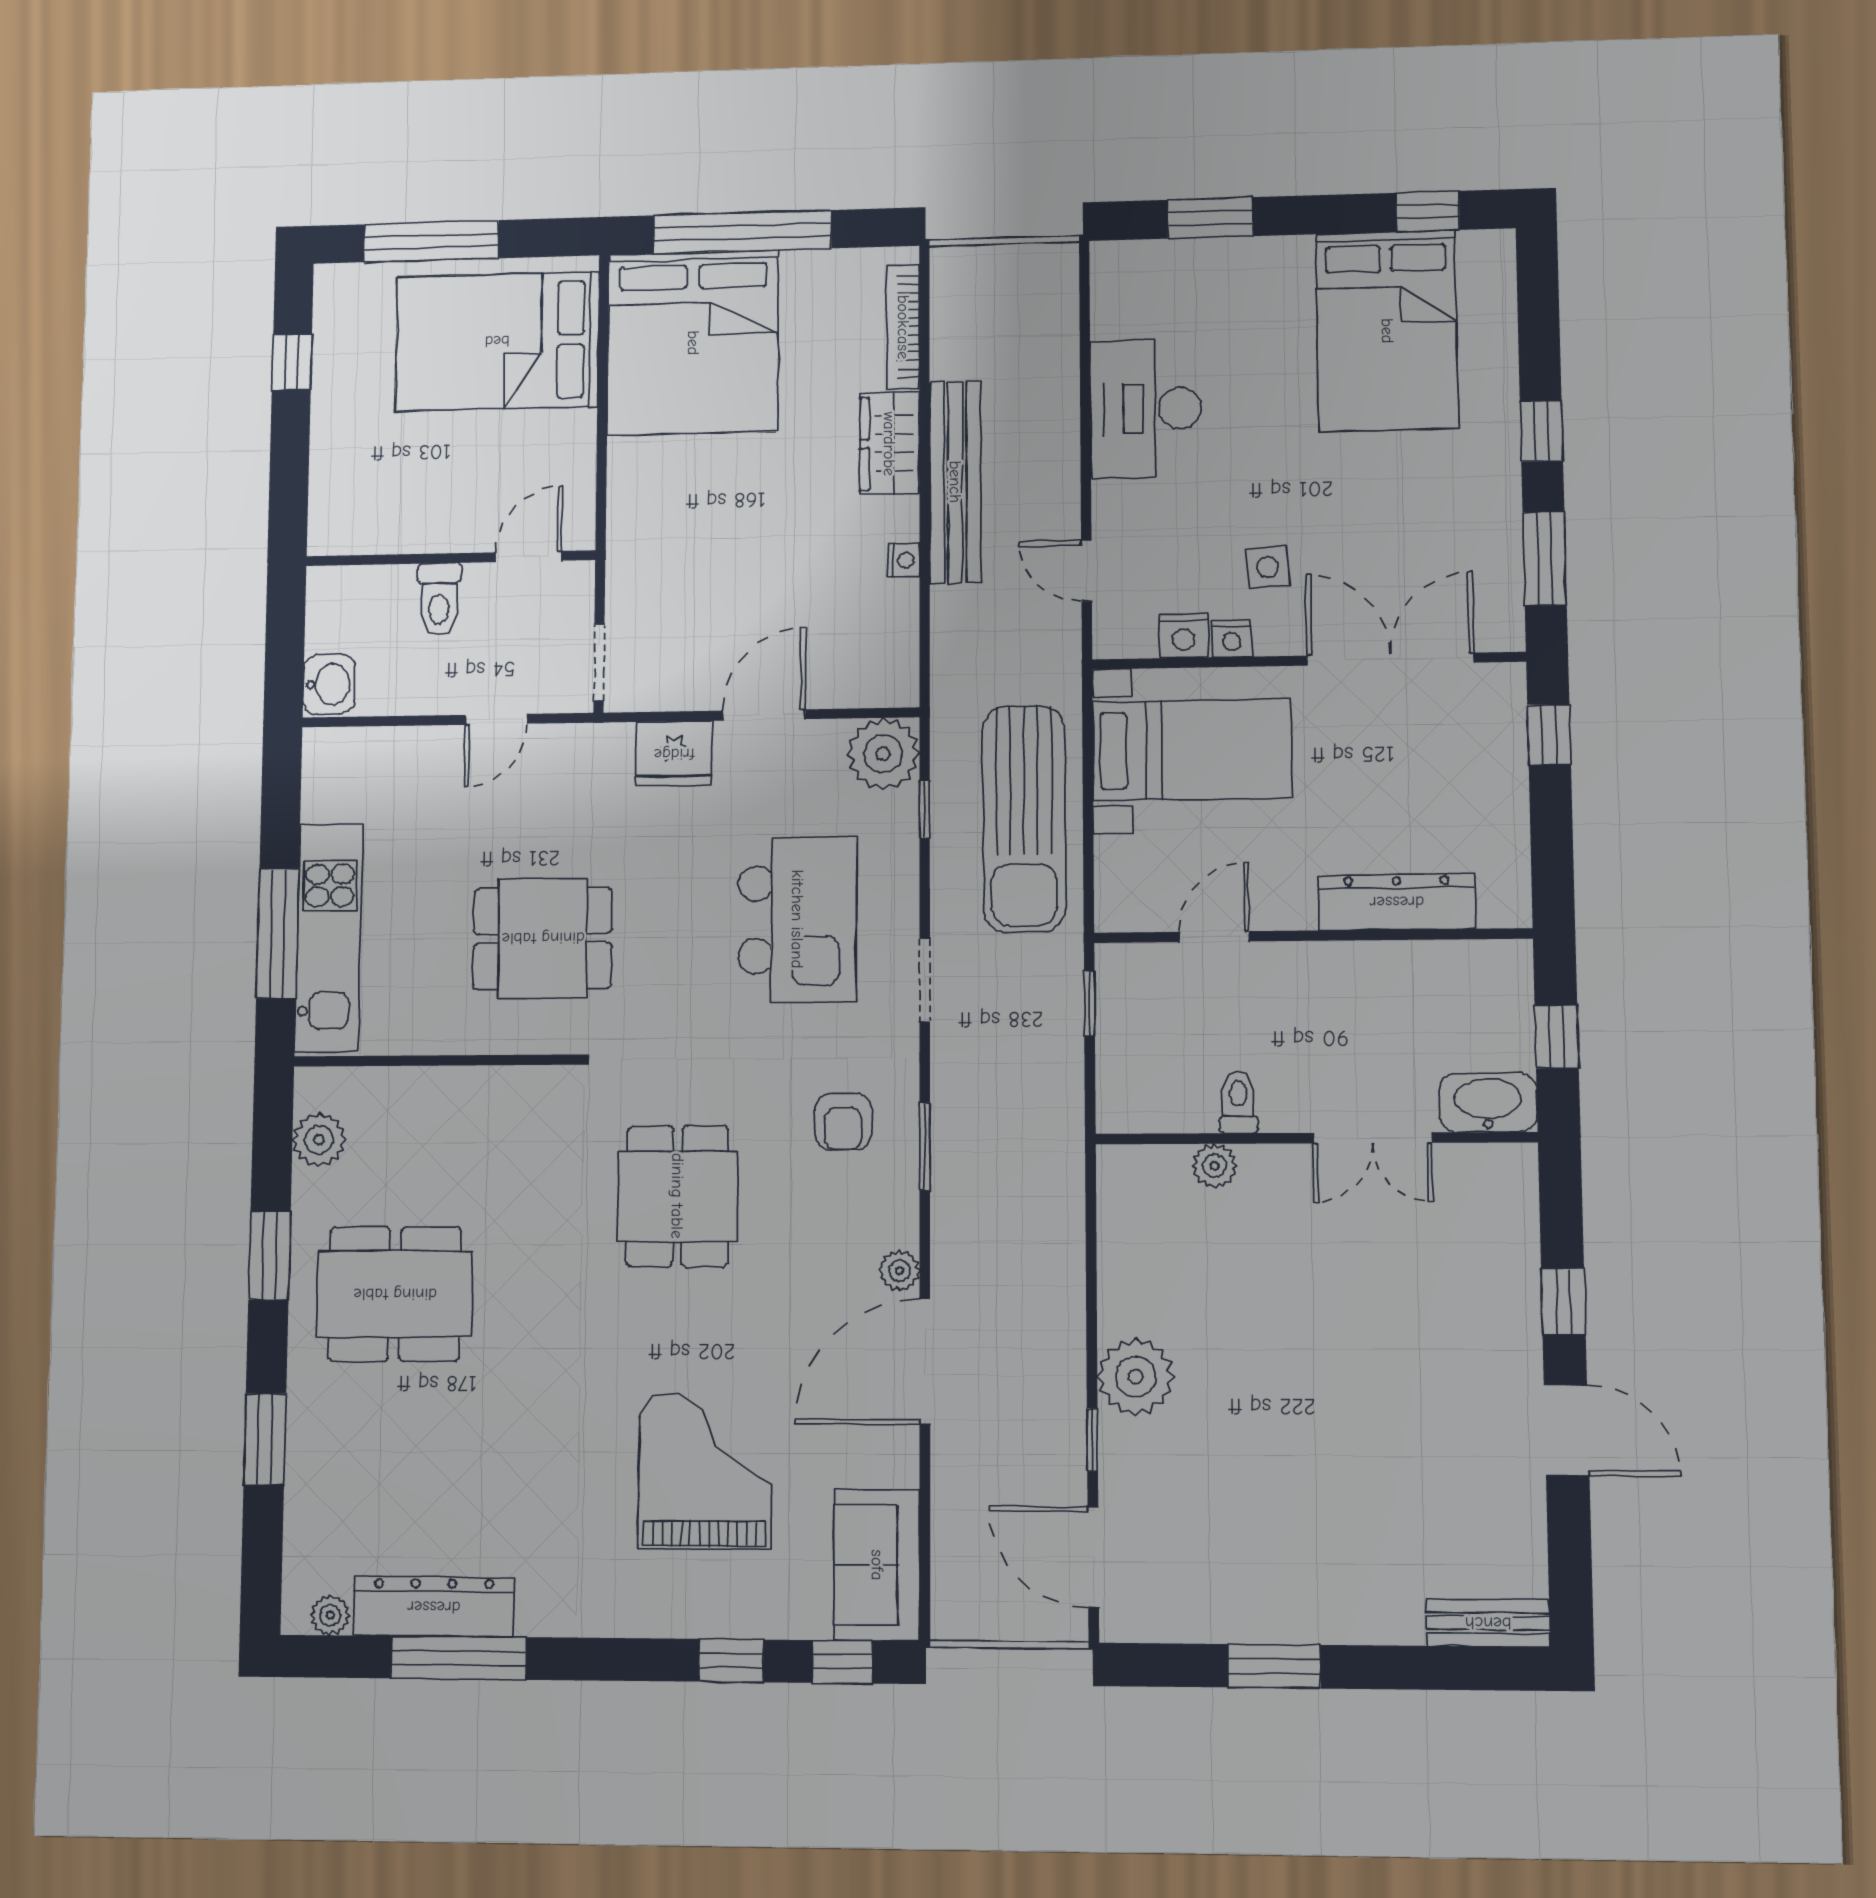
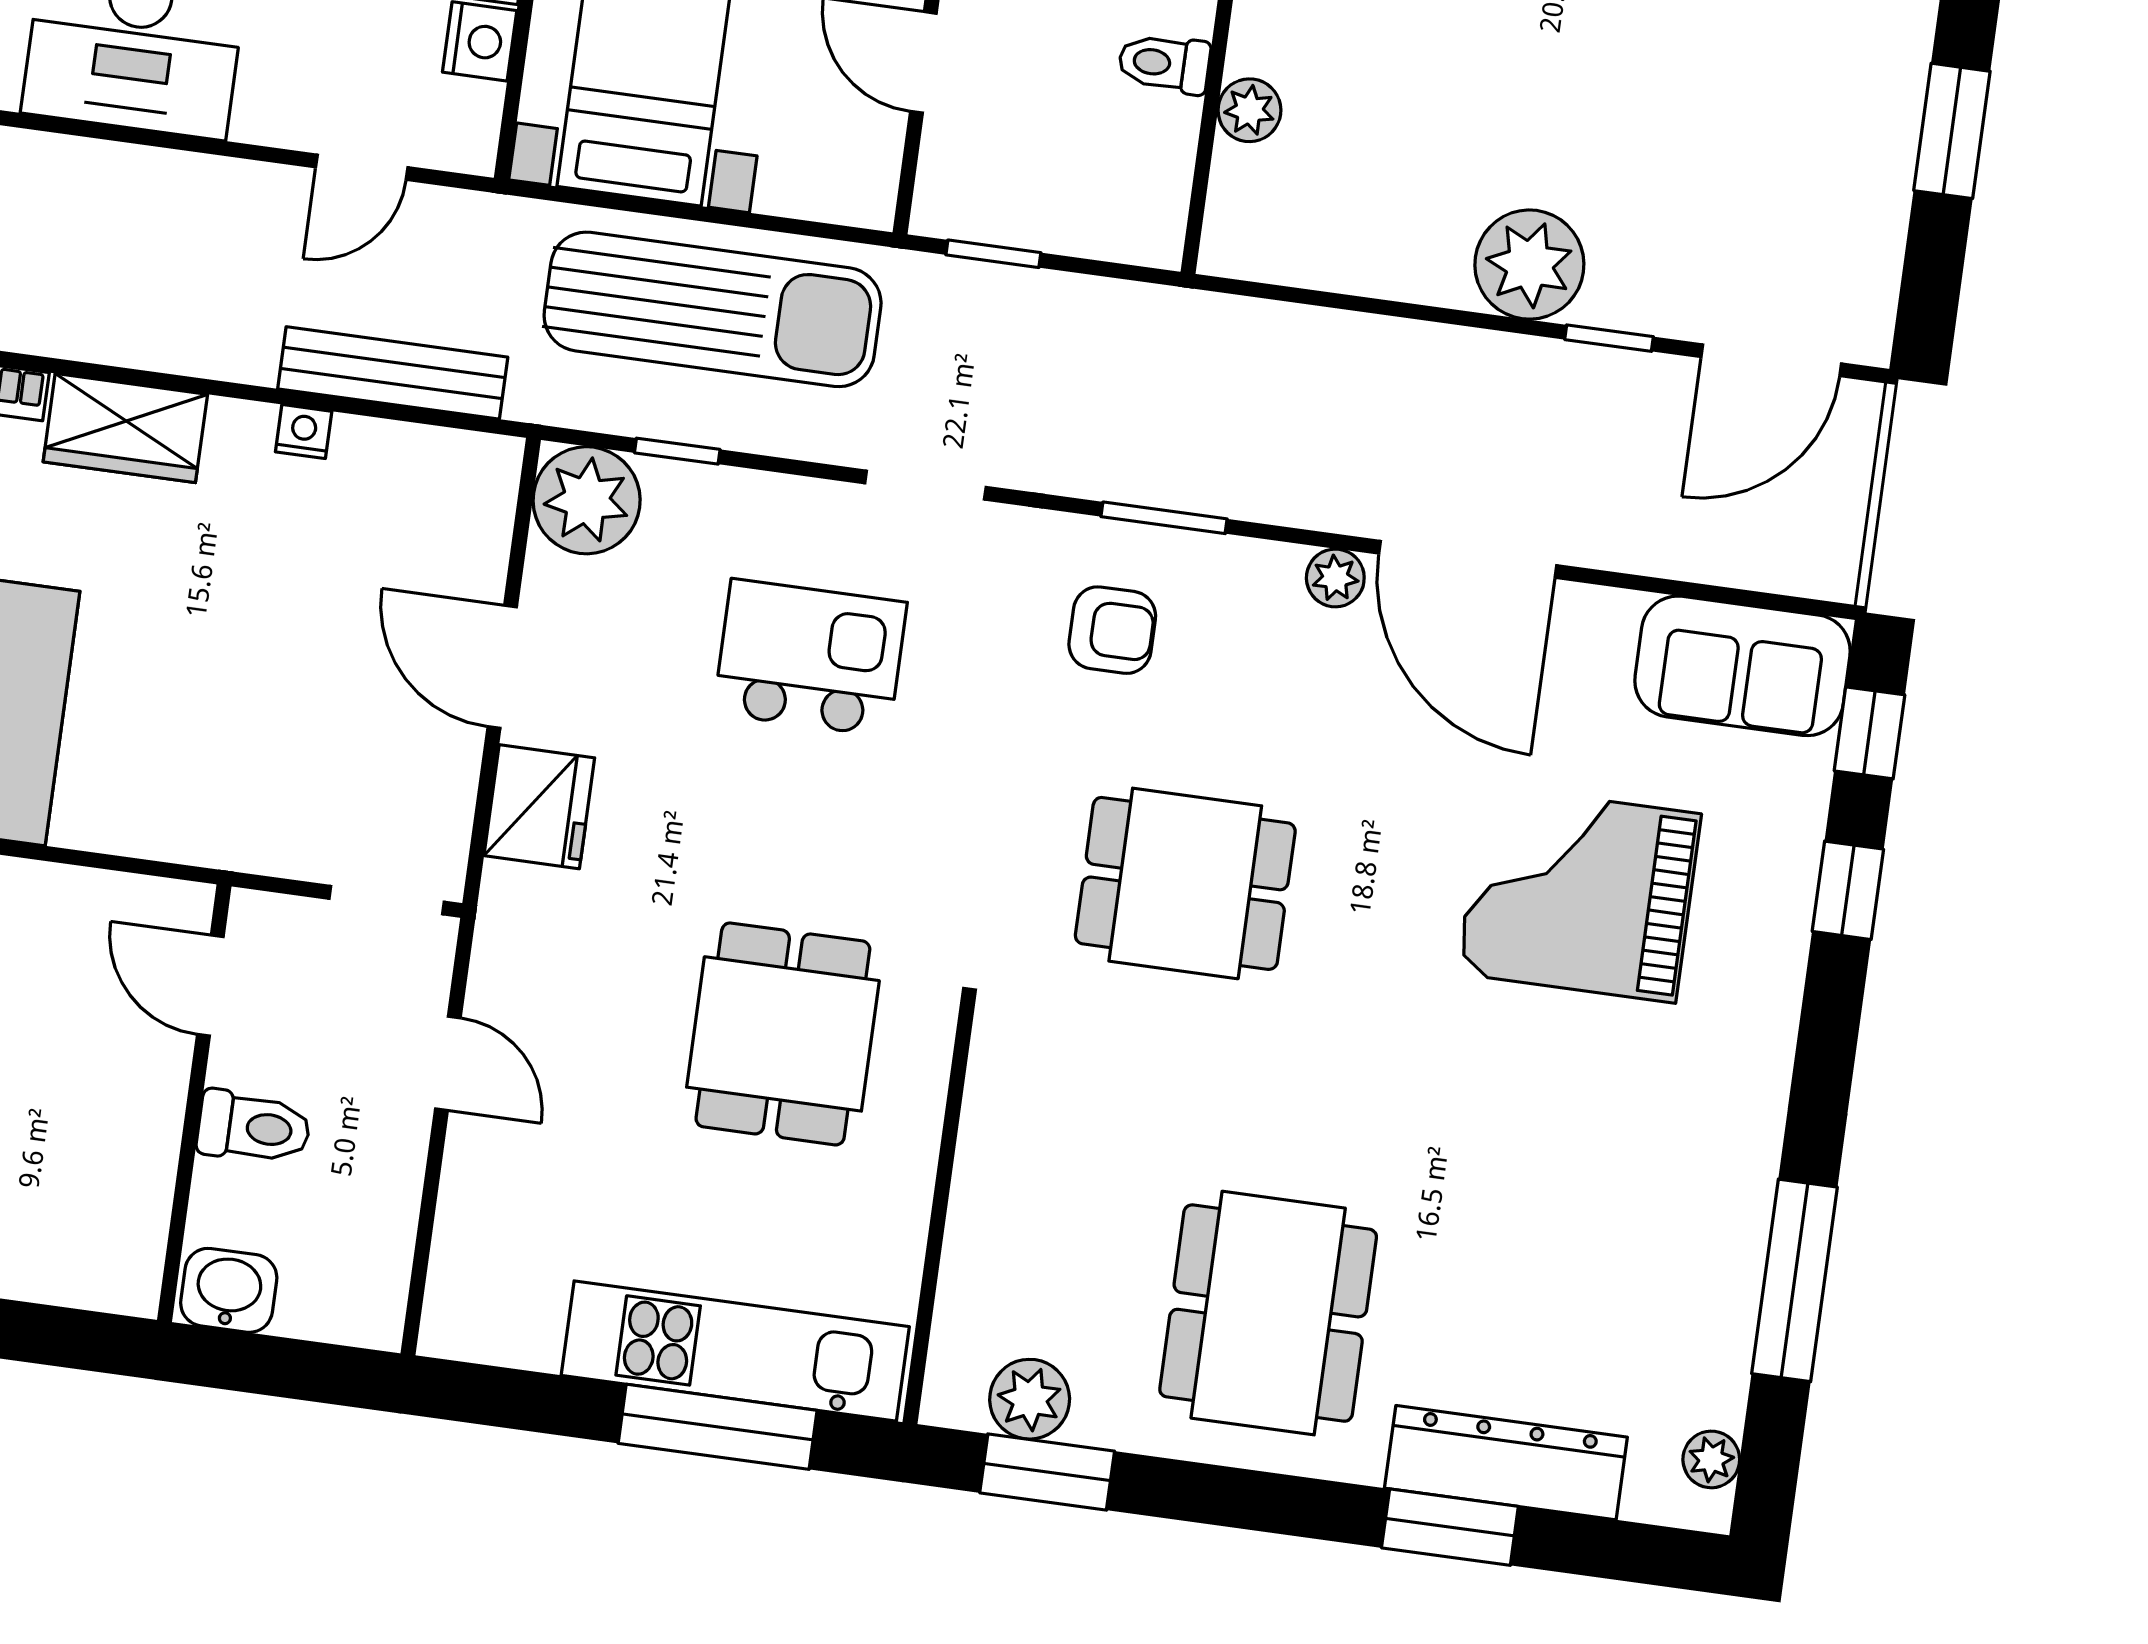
bench: (955, 482) -> (393, 373), moved, width x0.73, depth x0.82
washbasin: (329, 684) -> (229, 1290), moved
kitchen island: (797, 919) -> (810, 658), width x0.73, depth x0.78
window: (269, 1255) -> (1047, 1472), moved
dresser: (434, 1607) -> (1506, 1463), moved, turned 90

